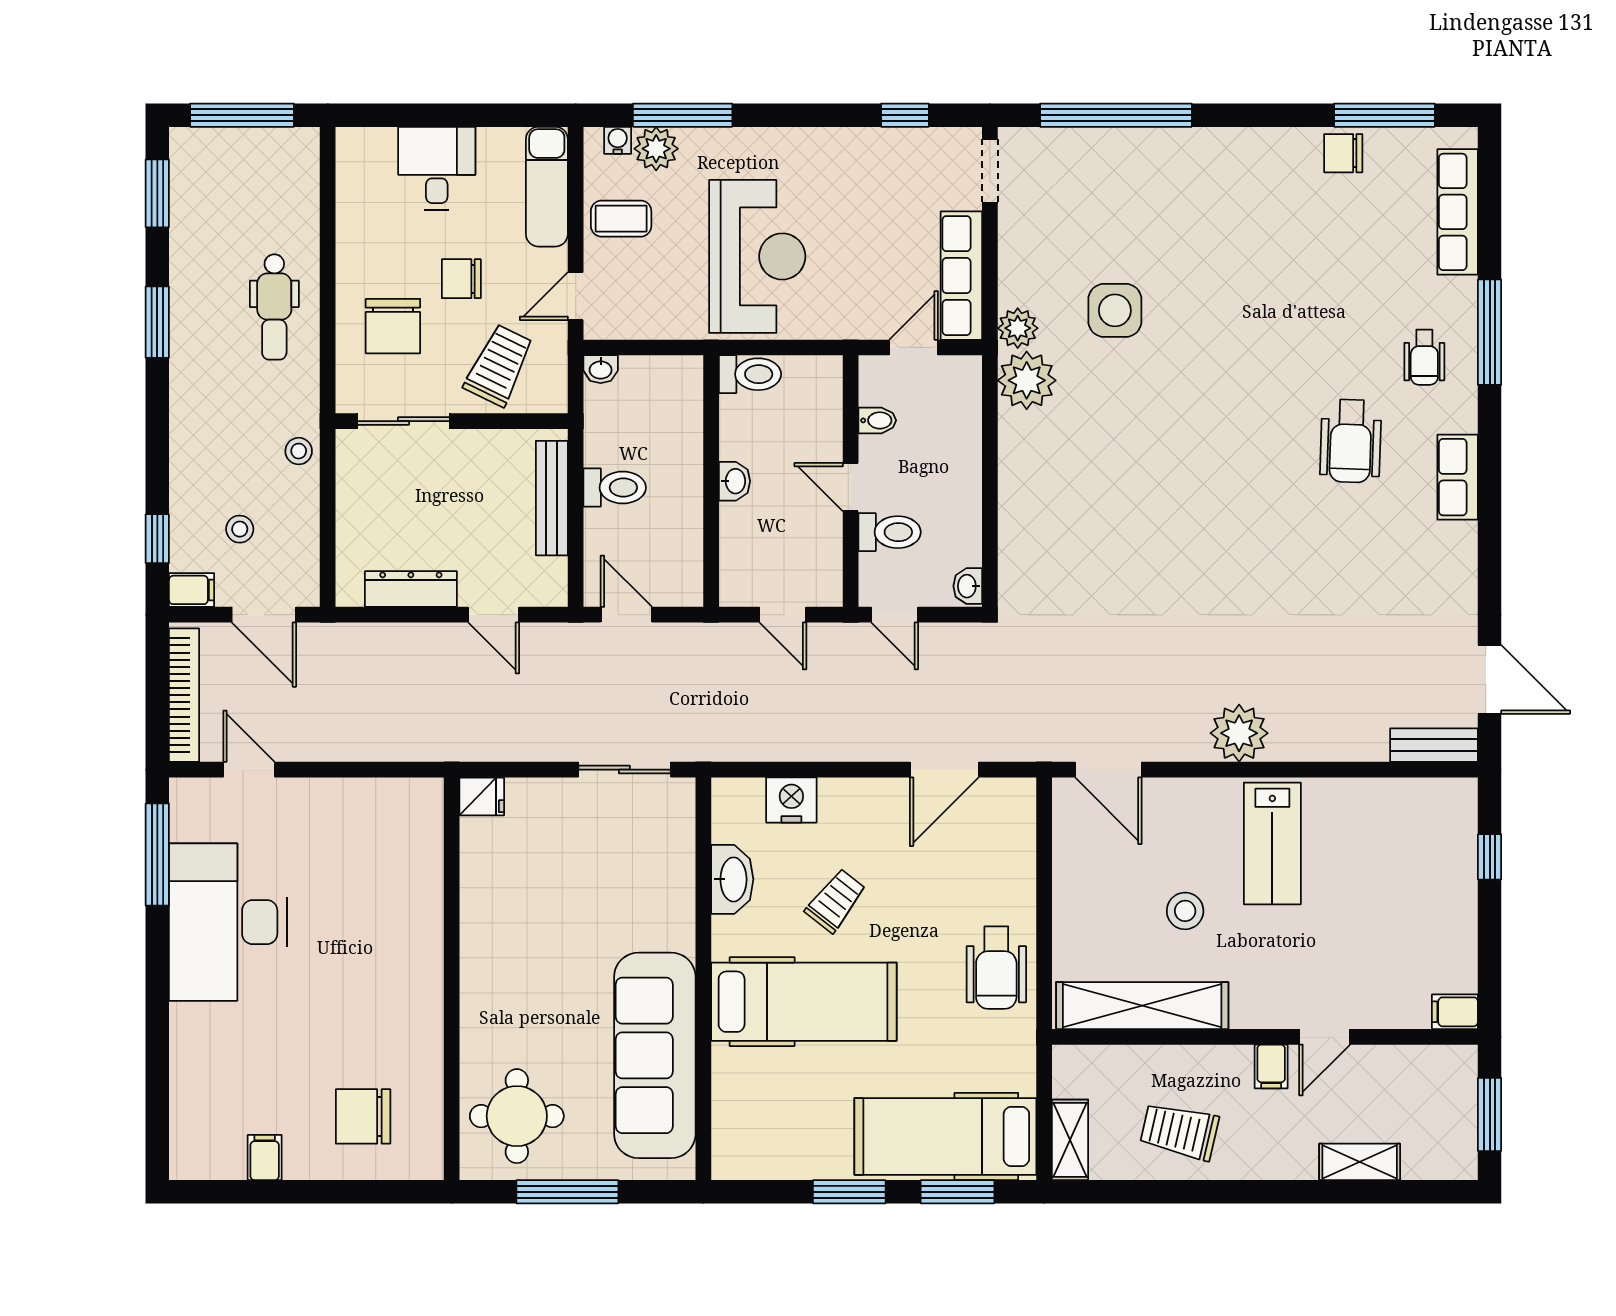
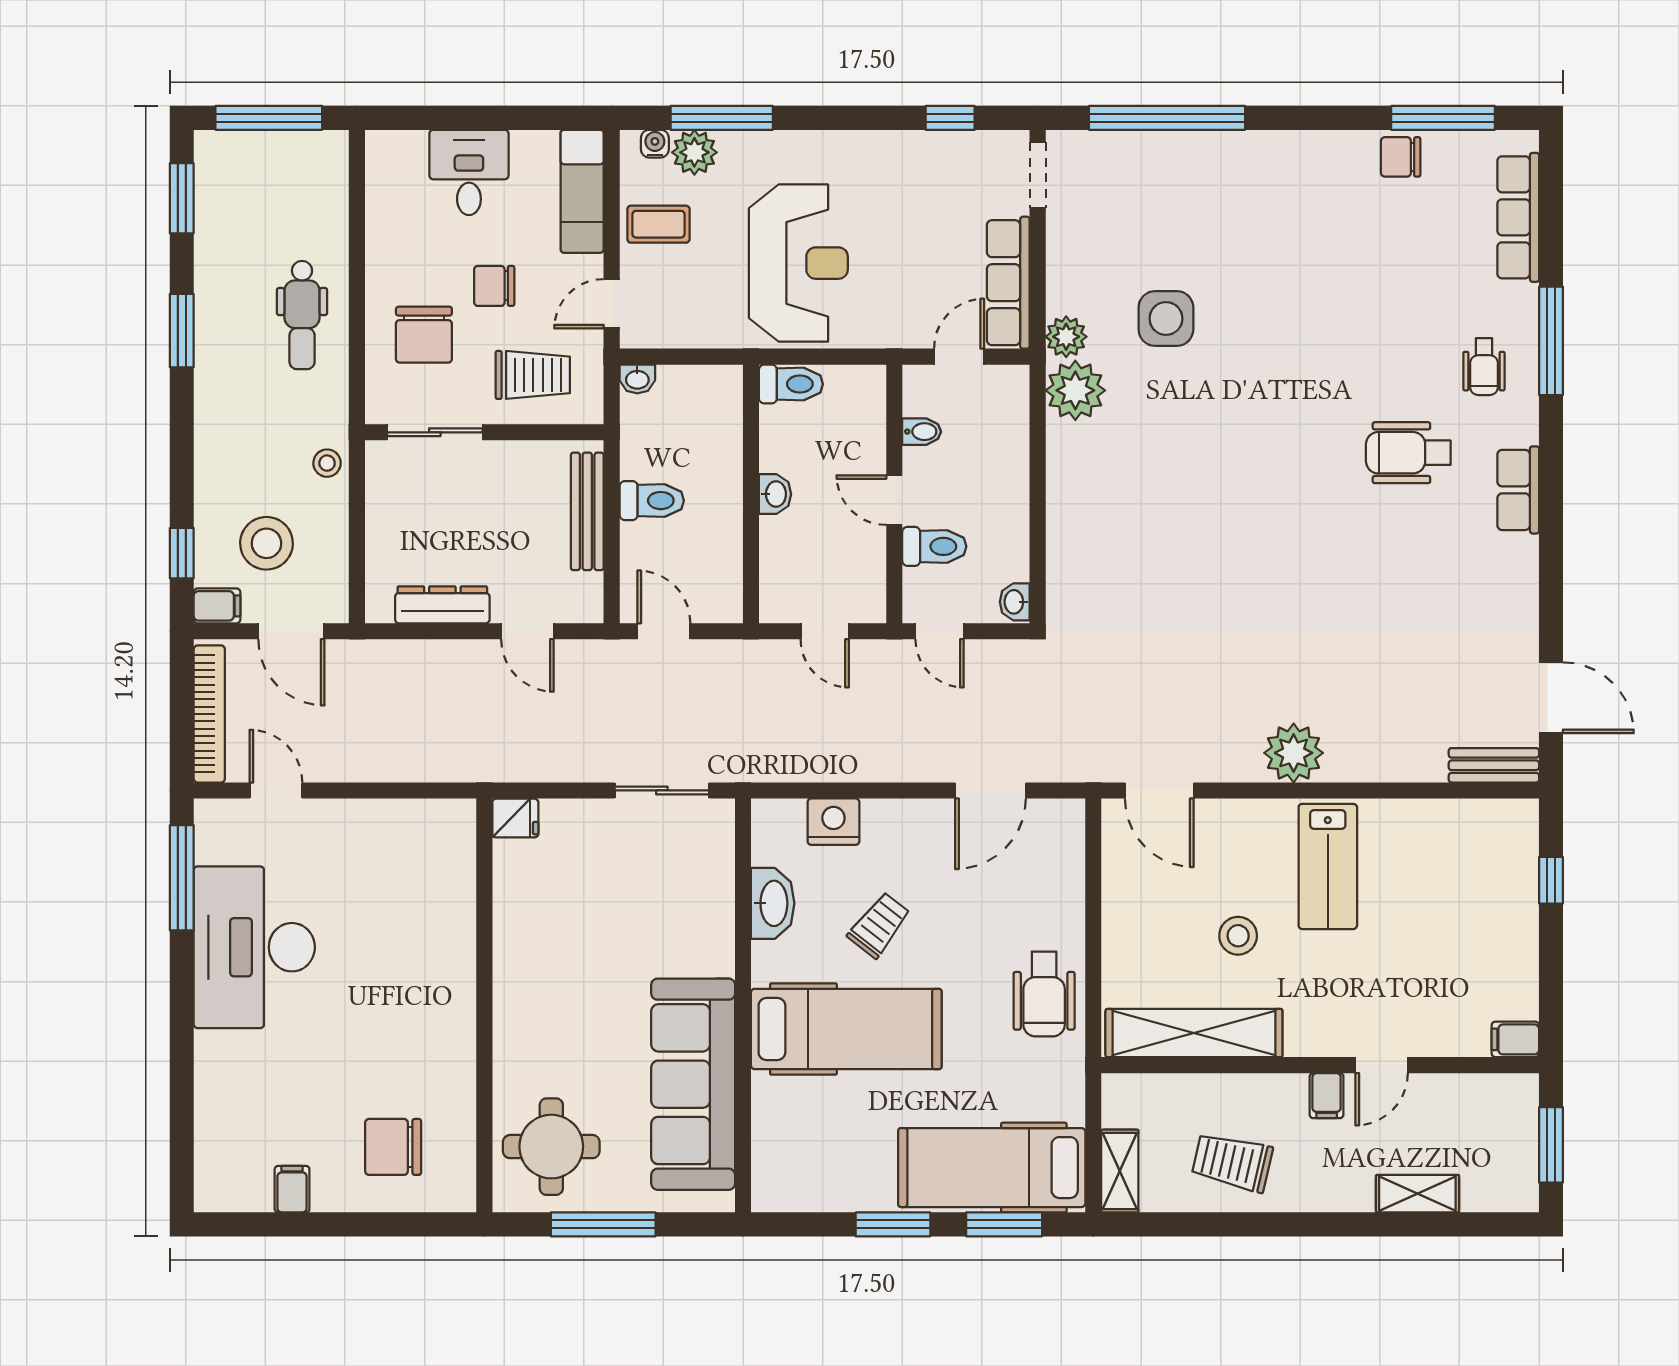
trolley: (499, 365) -> (533, 375), turned 64
wheelchair: (1351, 441) -> (1408, 453), turned 88
stool: (240, 529) -> (266, 543), width x1.89, depth x1.89

